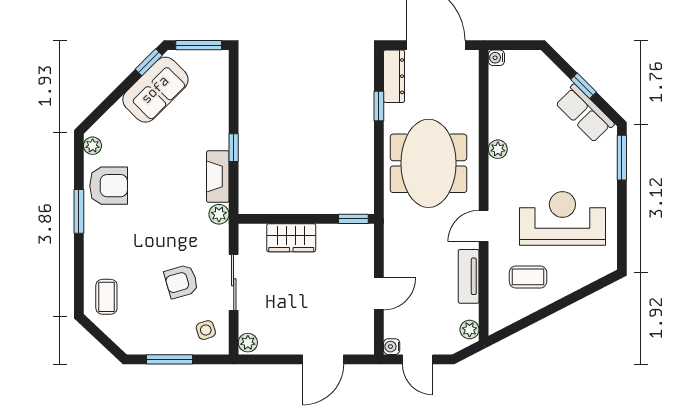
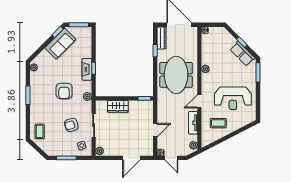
fireplace: (218, 176) -> (87, 69), moved
armchair: (109, 186) -> (64, 91), moved, turned 90
reception desk: (562, 218) -> (233, 98), turned 180

